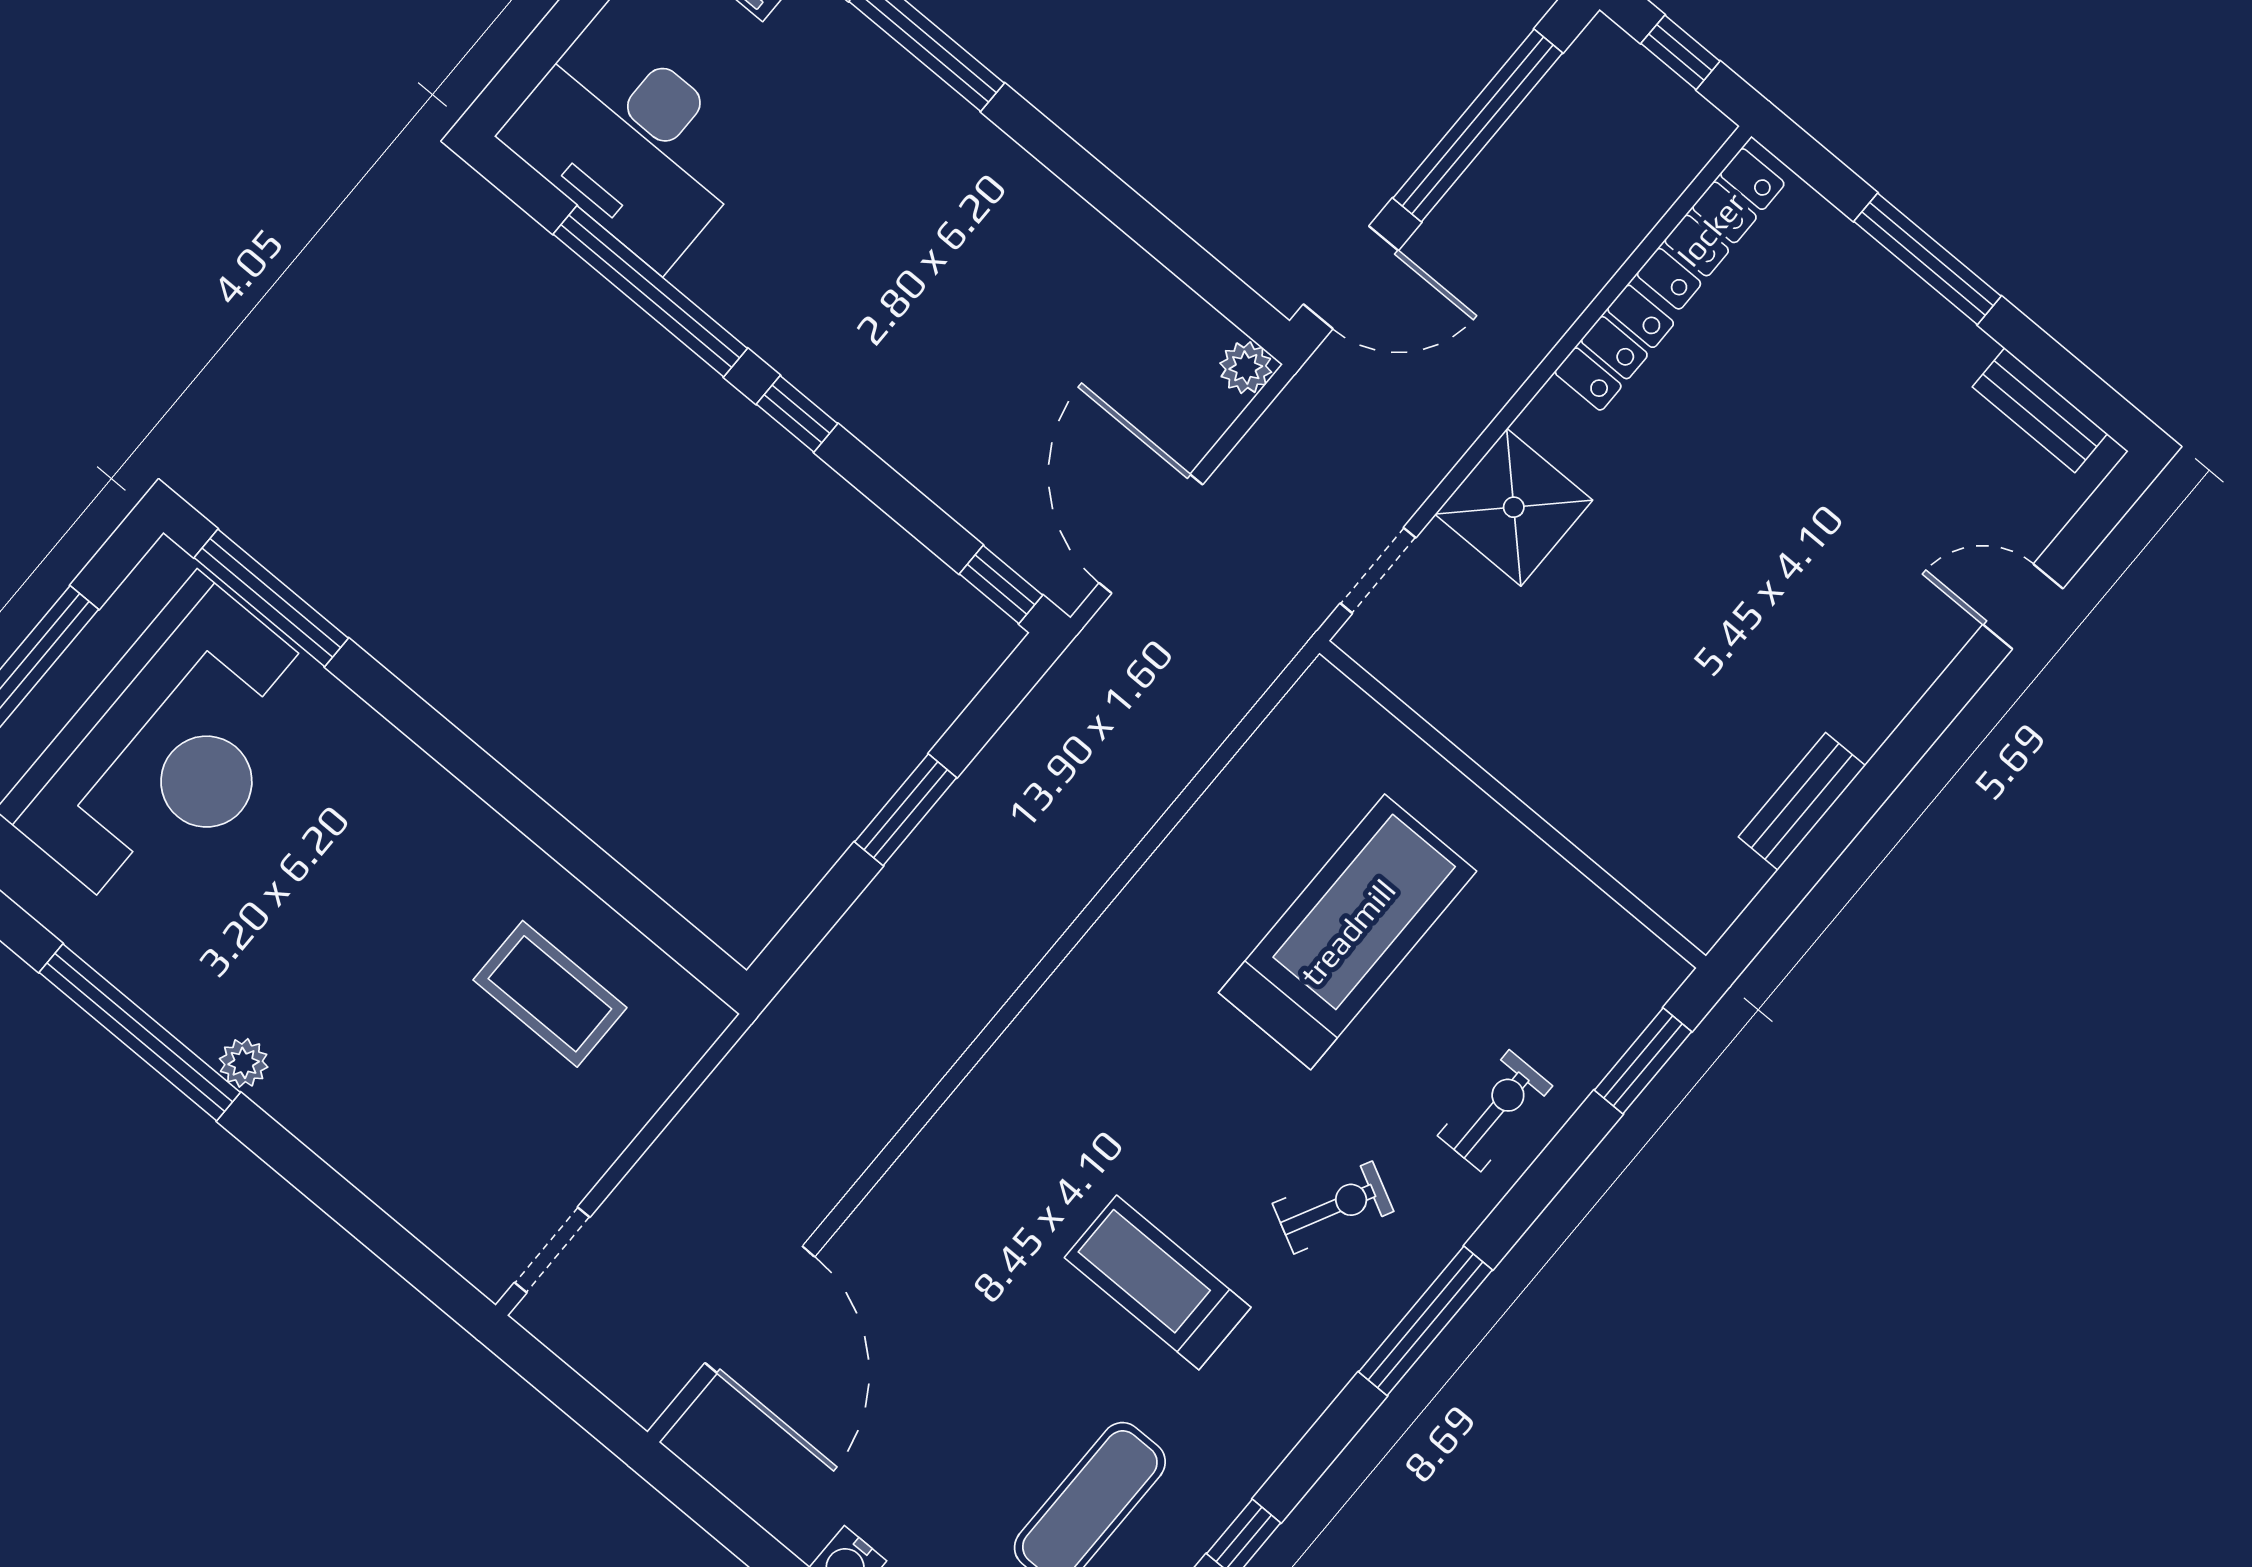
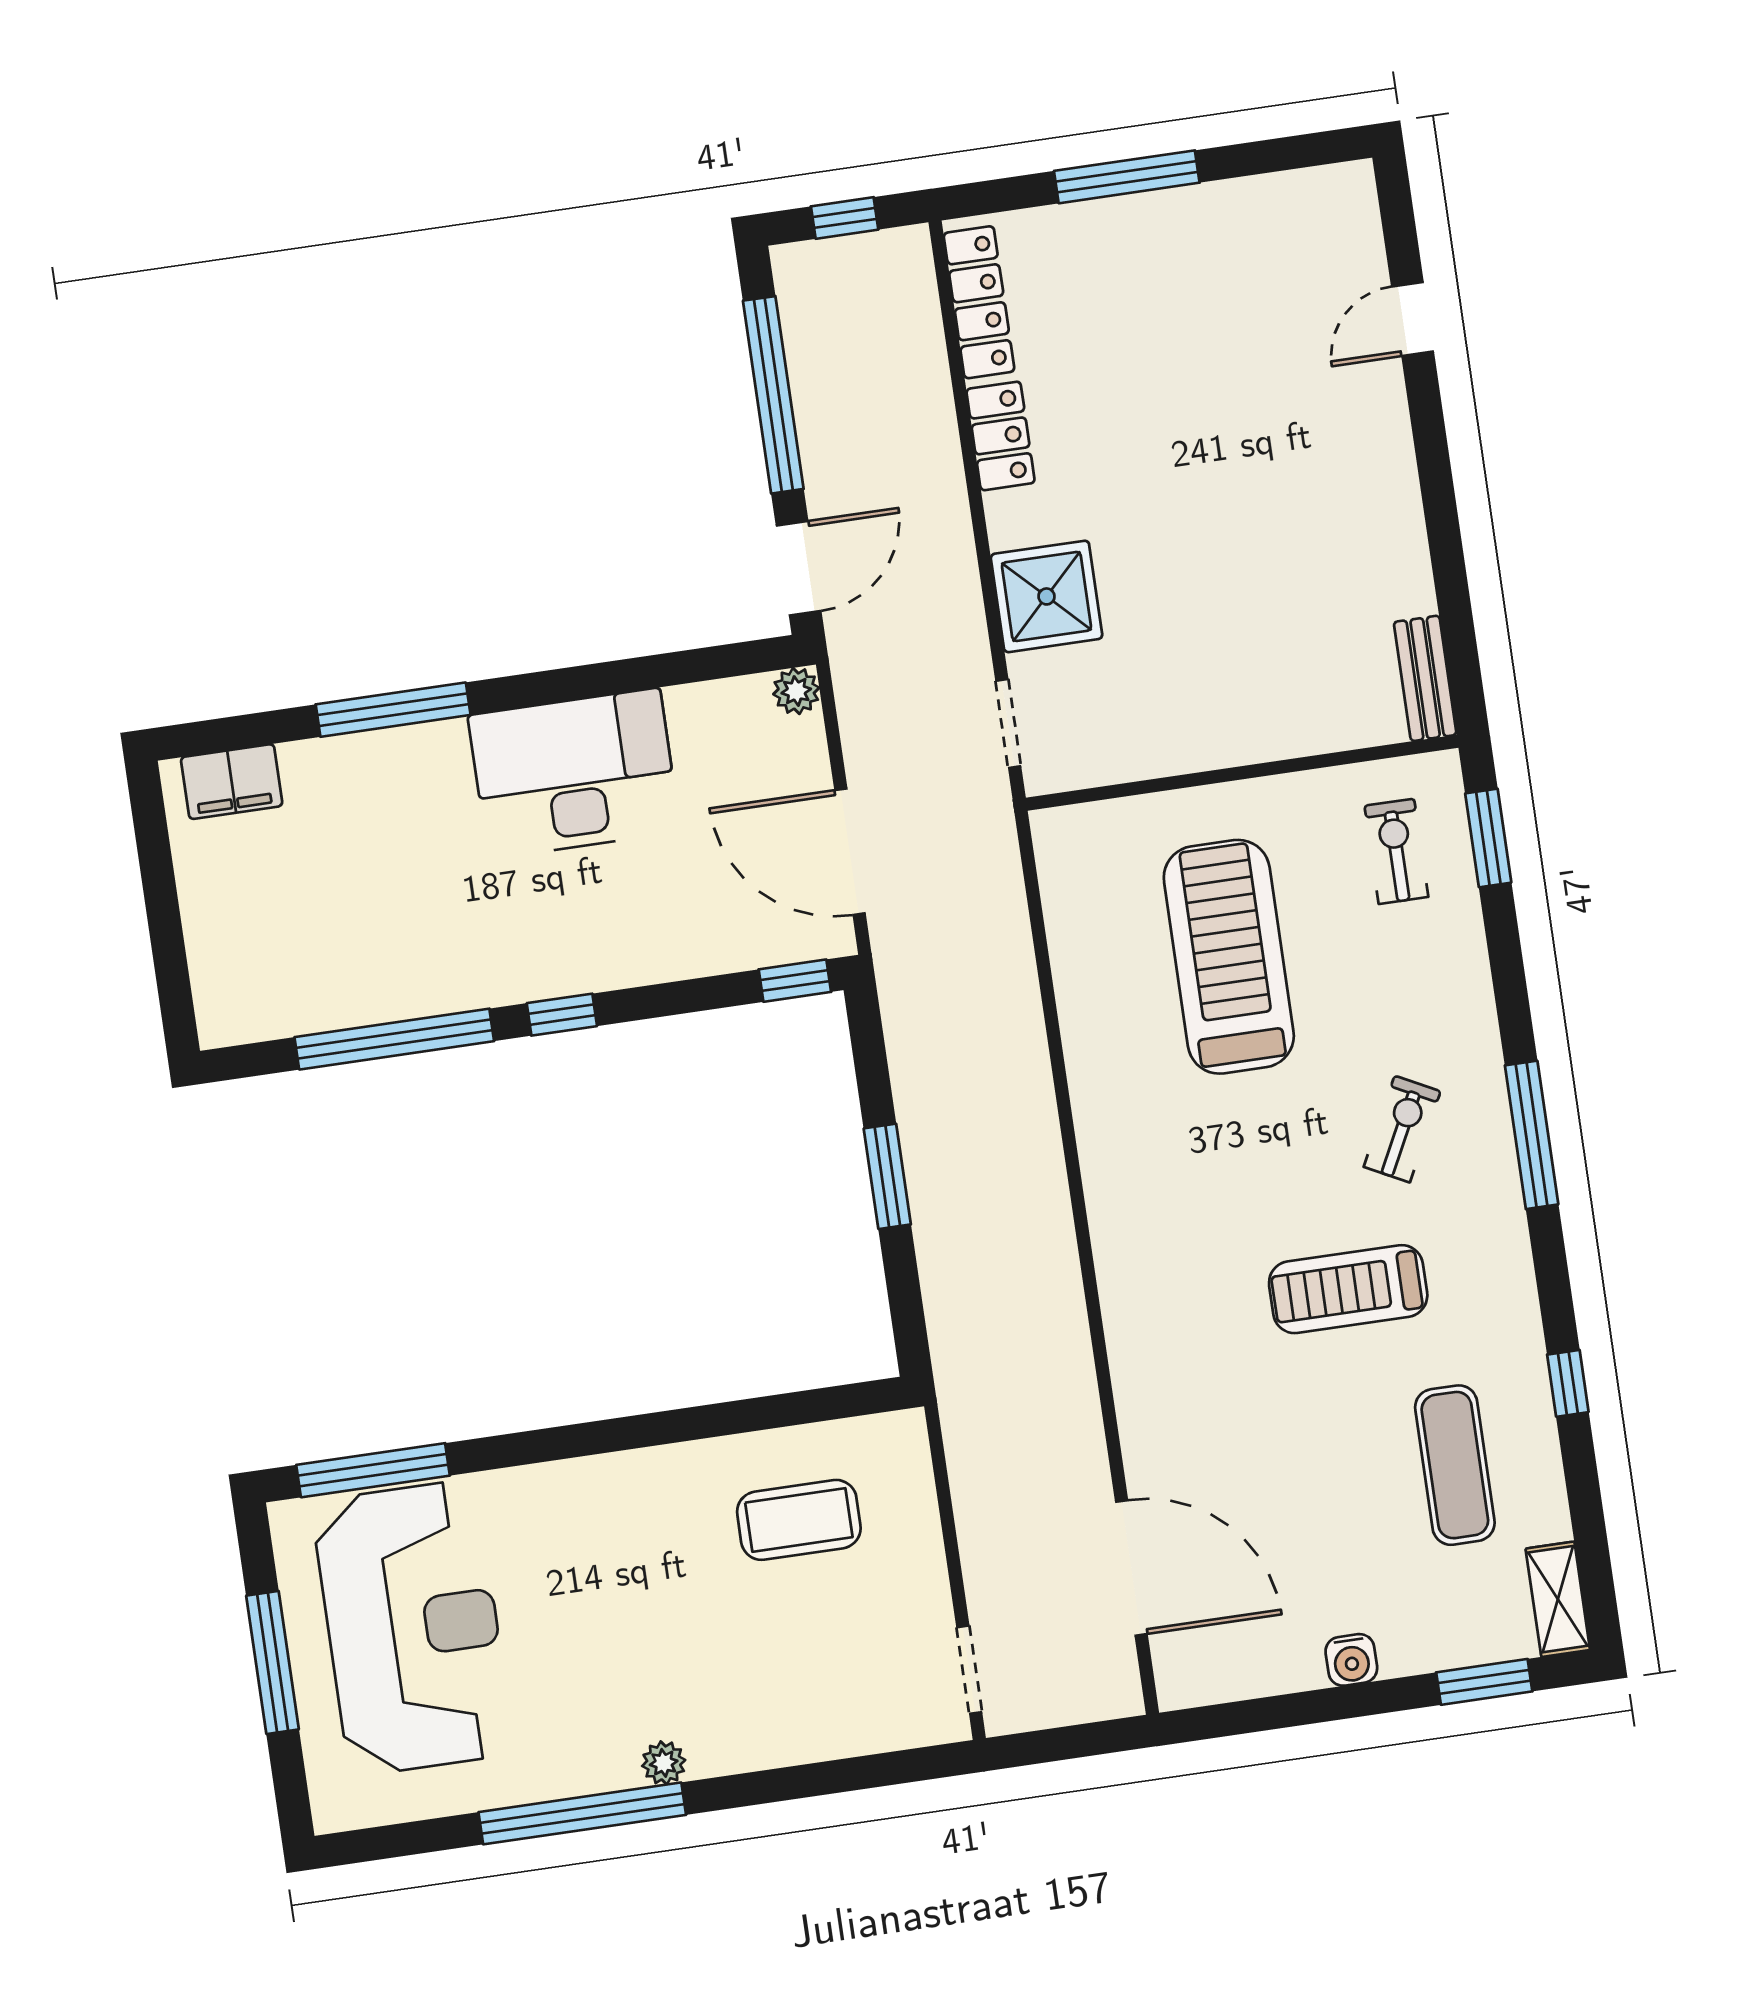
desk: (631, 144) -> (574, 773), moved, turned 180
bench: (2040, 410) -> (1293, 192), removed
bench: (1802, 801) -> (1425, 678), moved
exercise bike: (1495, 1111) -> (1396, 851), moved

